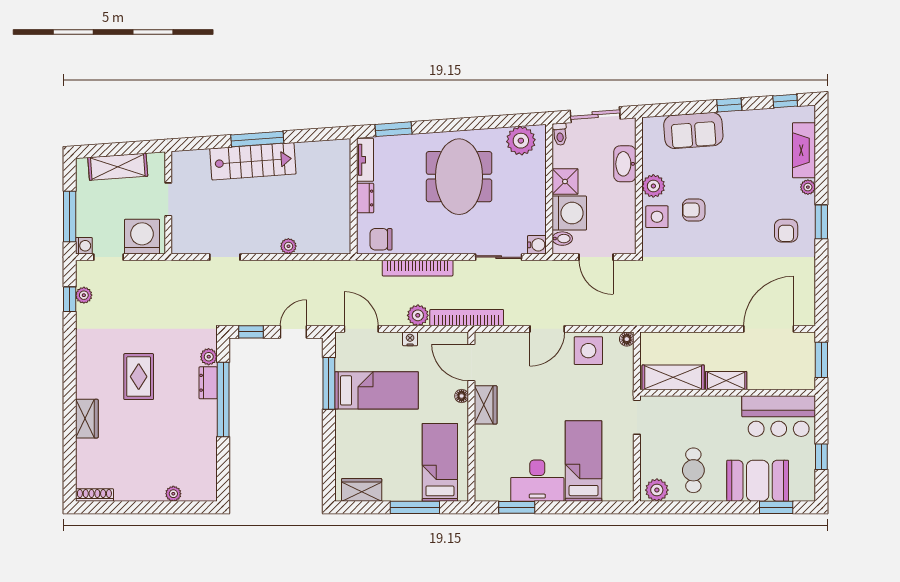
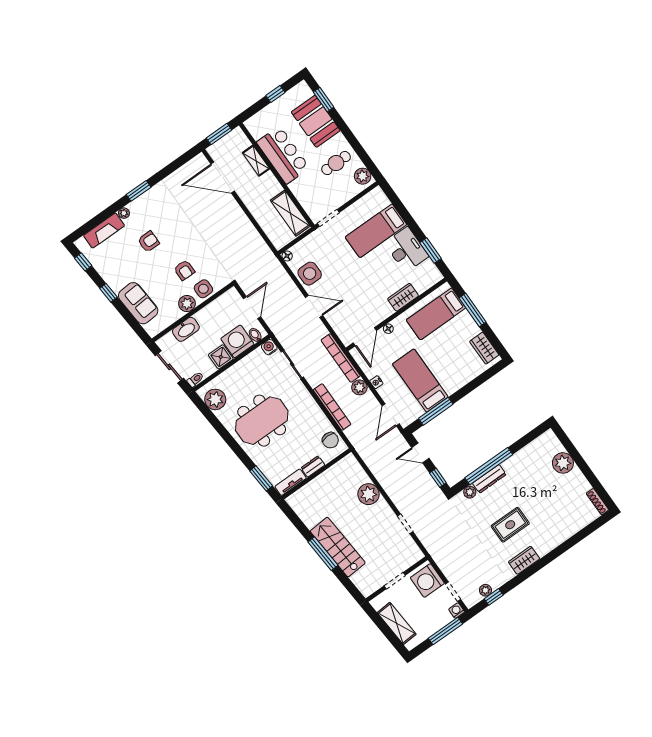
armchair: (786, 231) -> (148, 242), moved
plant: (288, 246) -> (369, 494), width x1.88, depth x1.88
shelving: (726, 381) -> (256, 161), moved
dresser: (208, 383) -> (489, 479), width x1.44
wardrobe: (486, 405) -> (403, 297), moved
bar counter: (779, 416) -> (283, 155), moved
wardrobe: (87, 419) -> (524, 560), moved
plant: (173, 494) -> (563, 463), width x1.87, depth x1.87

